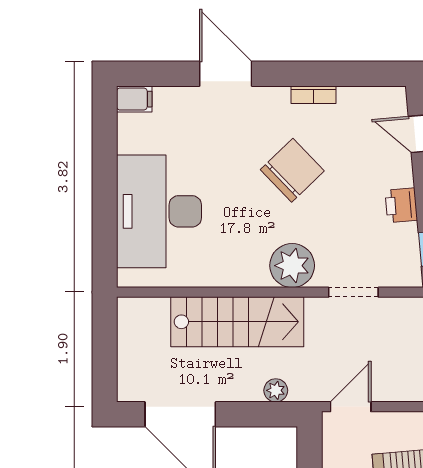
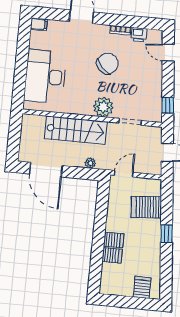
printer: (401, 205) -> (139, 35), moved, turned -85

